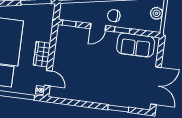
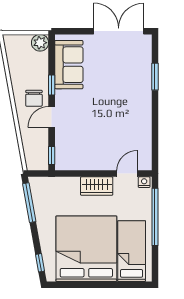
plant: (156, 13) -> (40, 43), moved
door: (98, 27) -> (52, 117), swing flipped

